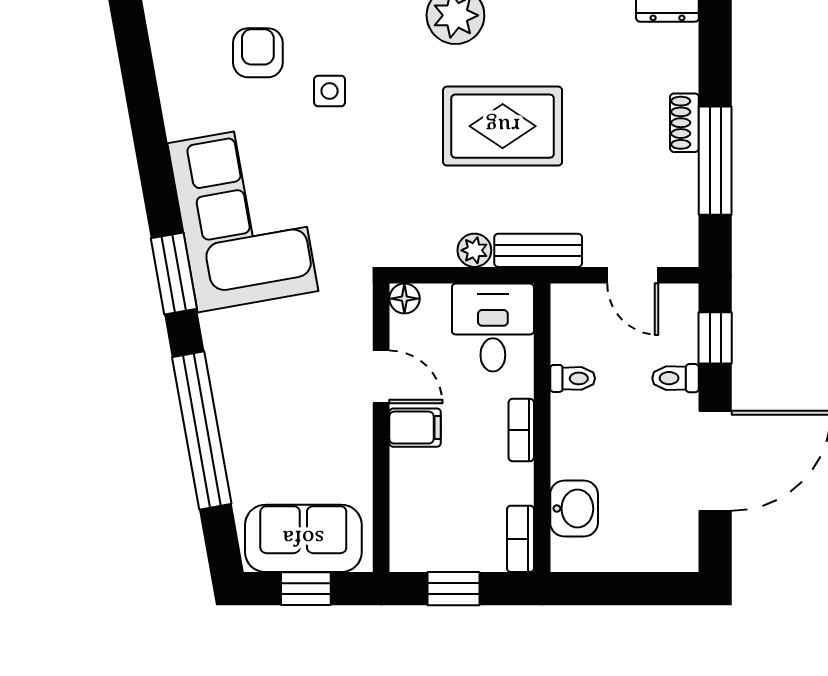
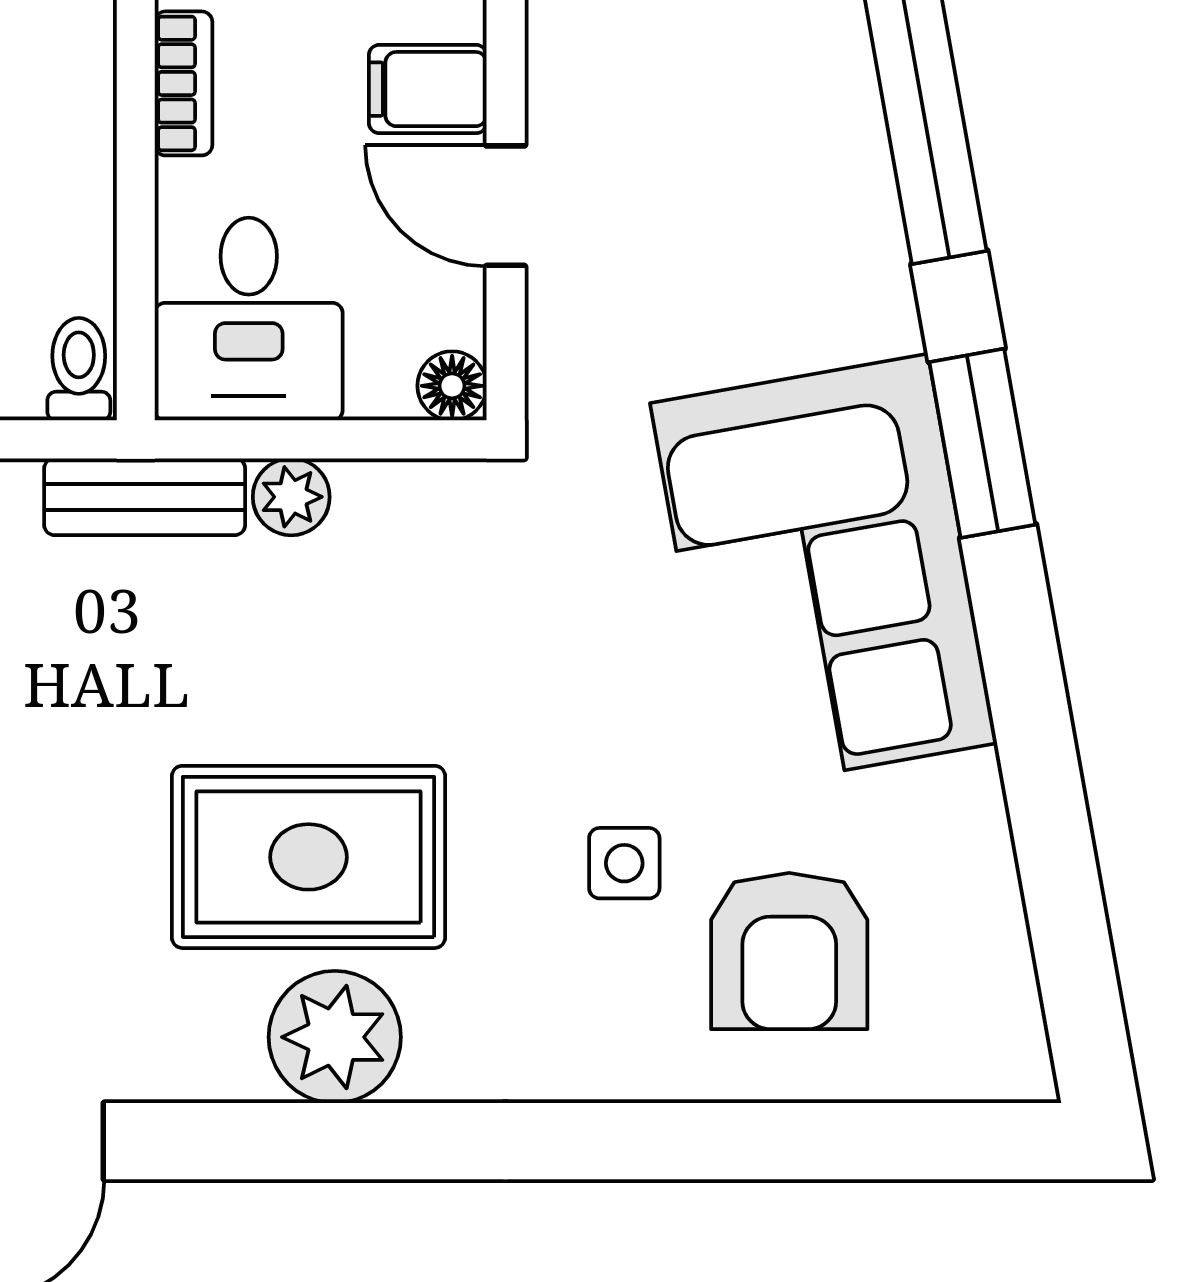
armchair: (258, 53) -> (789, 951), width x1.38, depth x1.38
rug: (503, 126) -> (308, 857), moved
toilet: (573, 378) -> (79, 369), moved, turned 90

